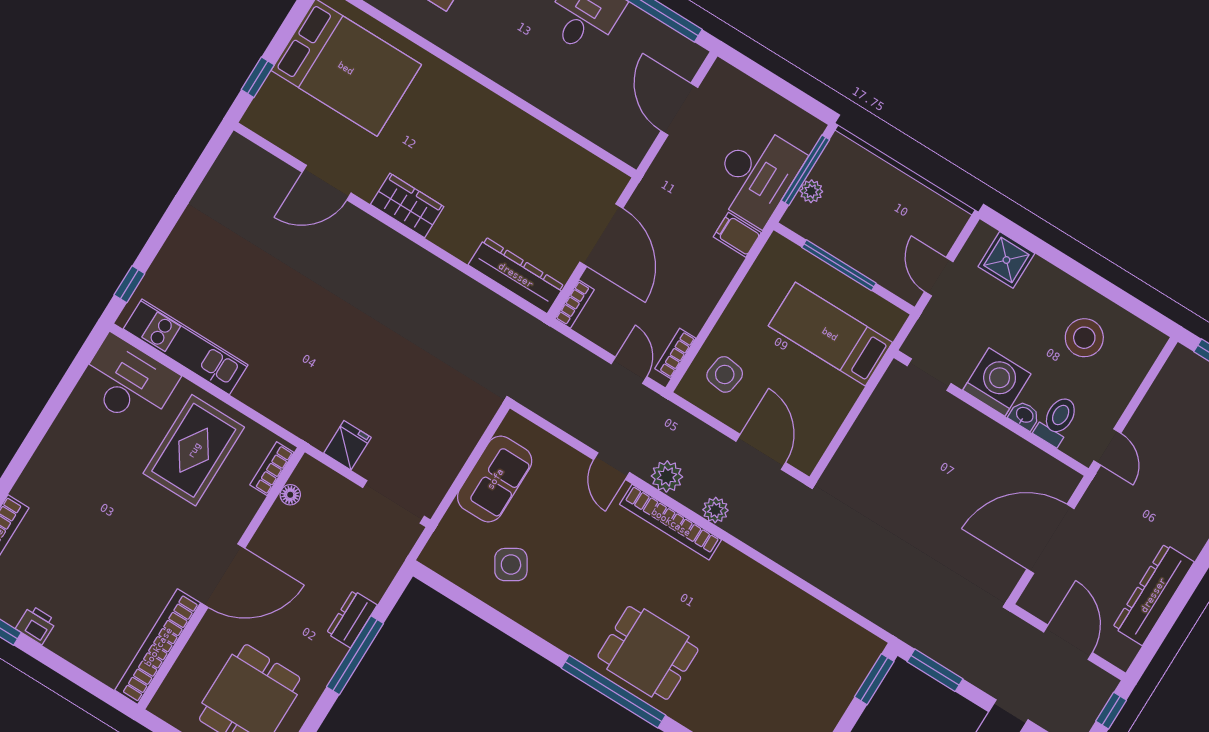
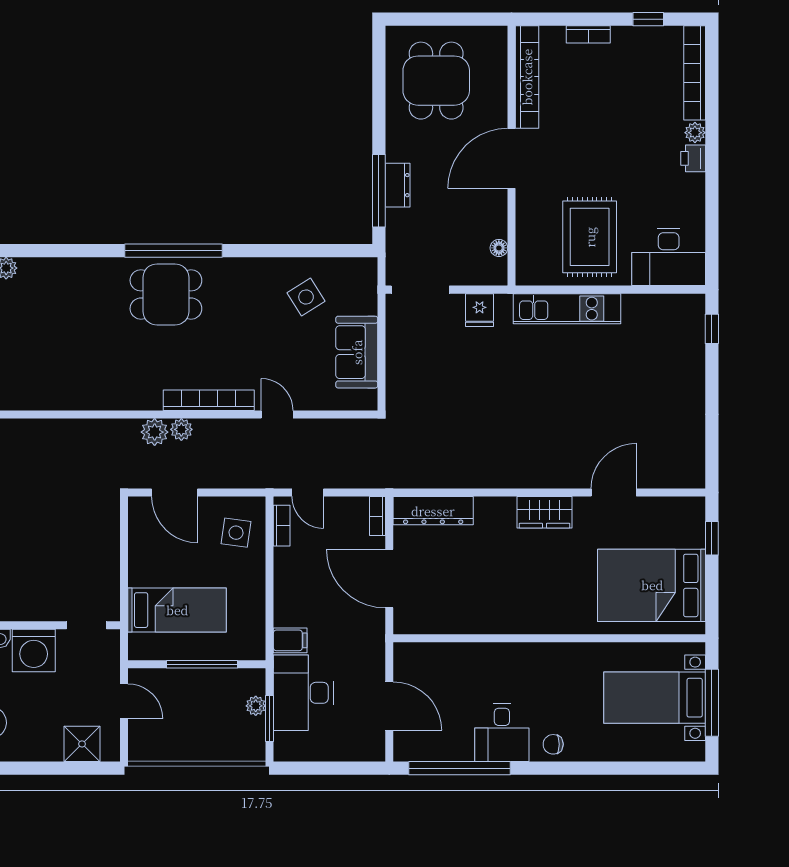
window: (805, 170) -> (270, 718), width x0.69
kitchen unit: (186, 347) -> (567, 309), moved
bookcase: (272, 469) -> (588, 34), moved, turned 90
plant: (667, 476) -> (155, 432), moved
plant: (26, 489) -> (695, 133), added
printer: (36, 625) -> (693, 158), moved, turned 90
window: (355, 655) -> (379, 191), moved

